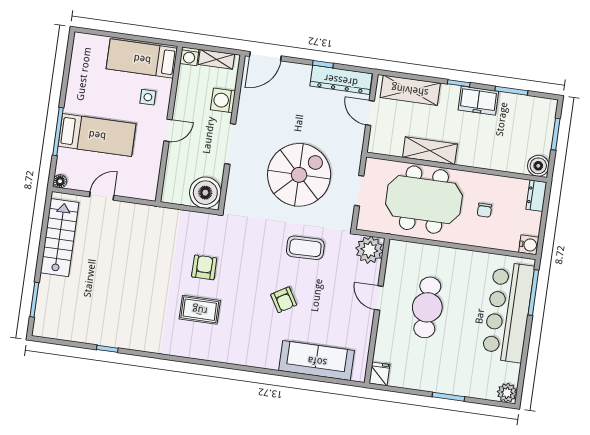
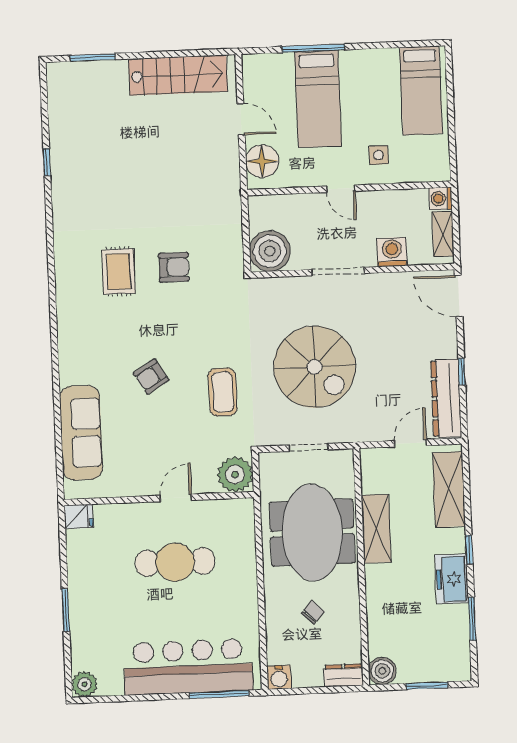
bed: (142, 59) -> (421, 91), moved, turned 180
floor lamp: (60, 181) -> (262, 161), moved, width x1.89, depth x1.89
chair: (484, 210) -> (313, 612), turned 133

